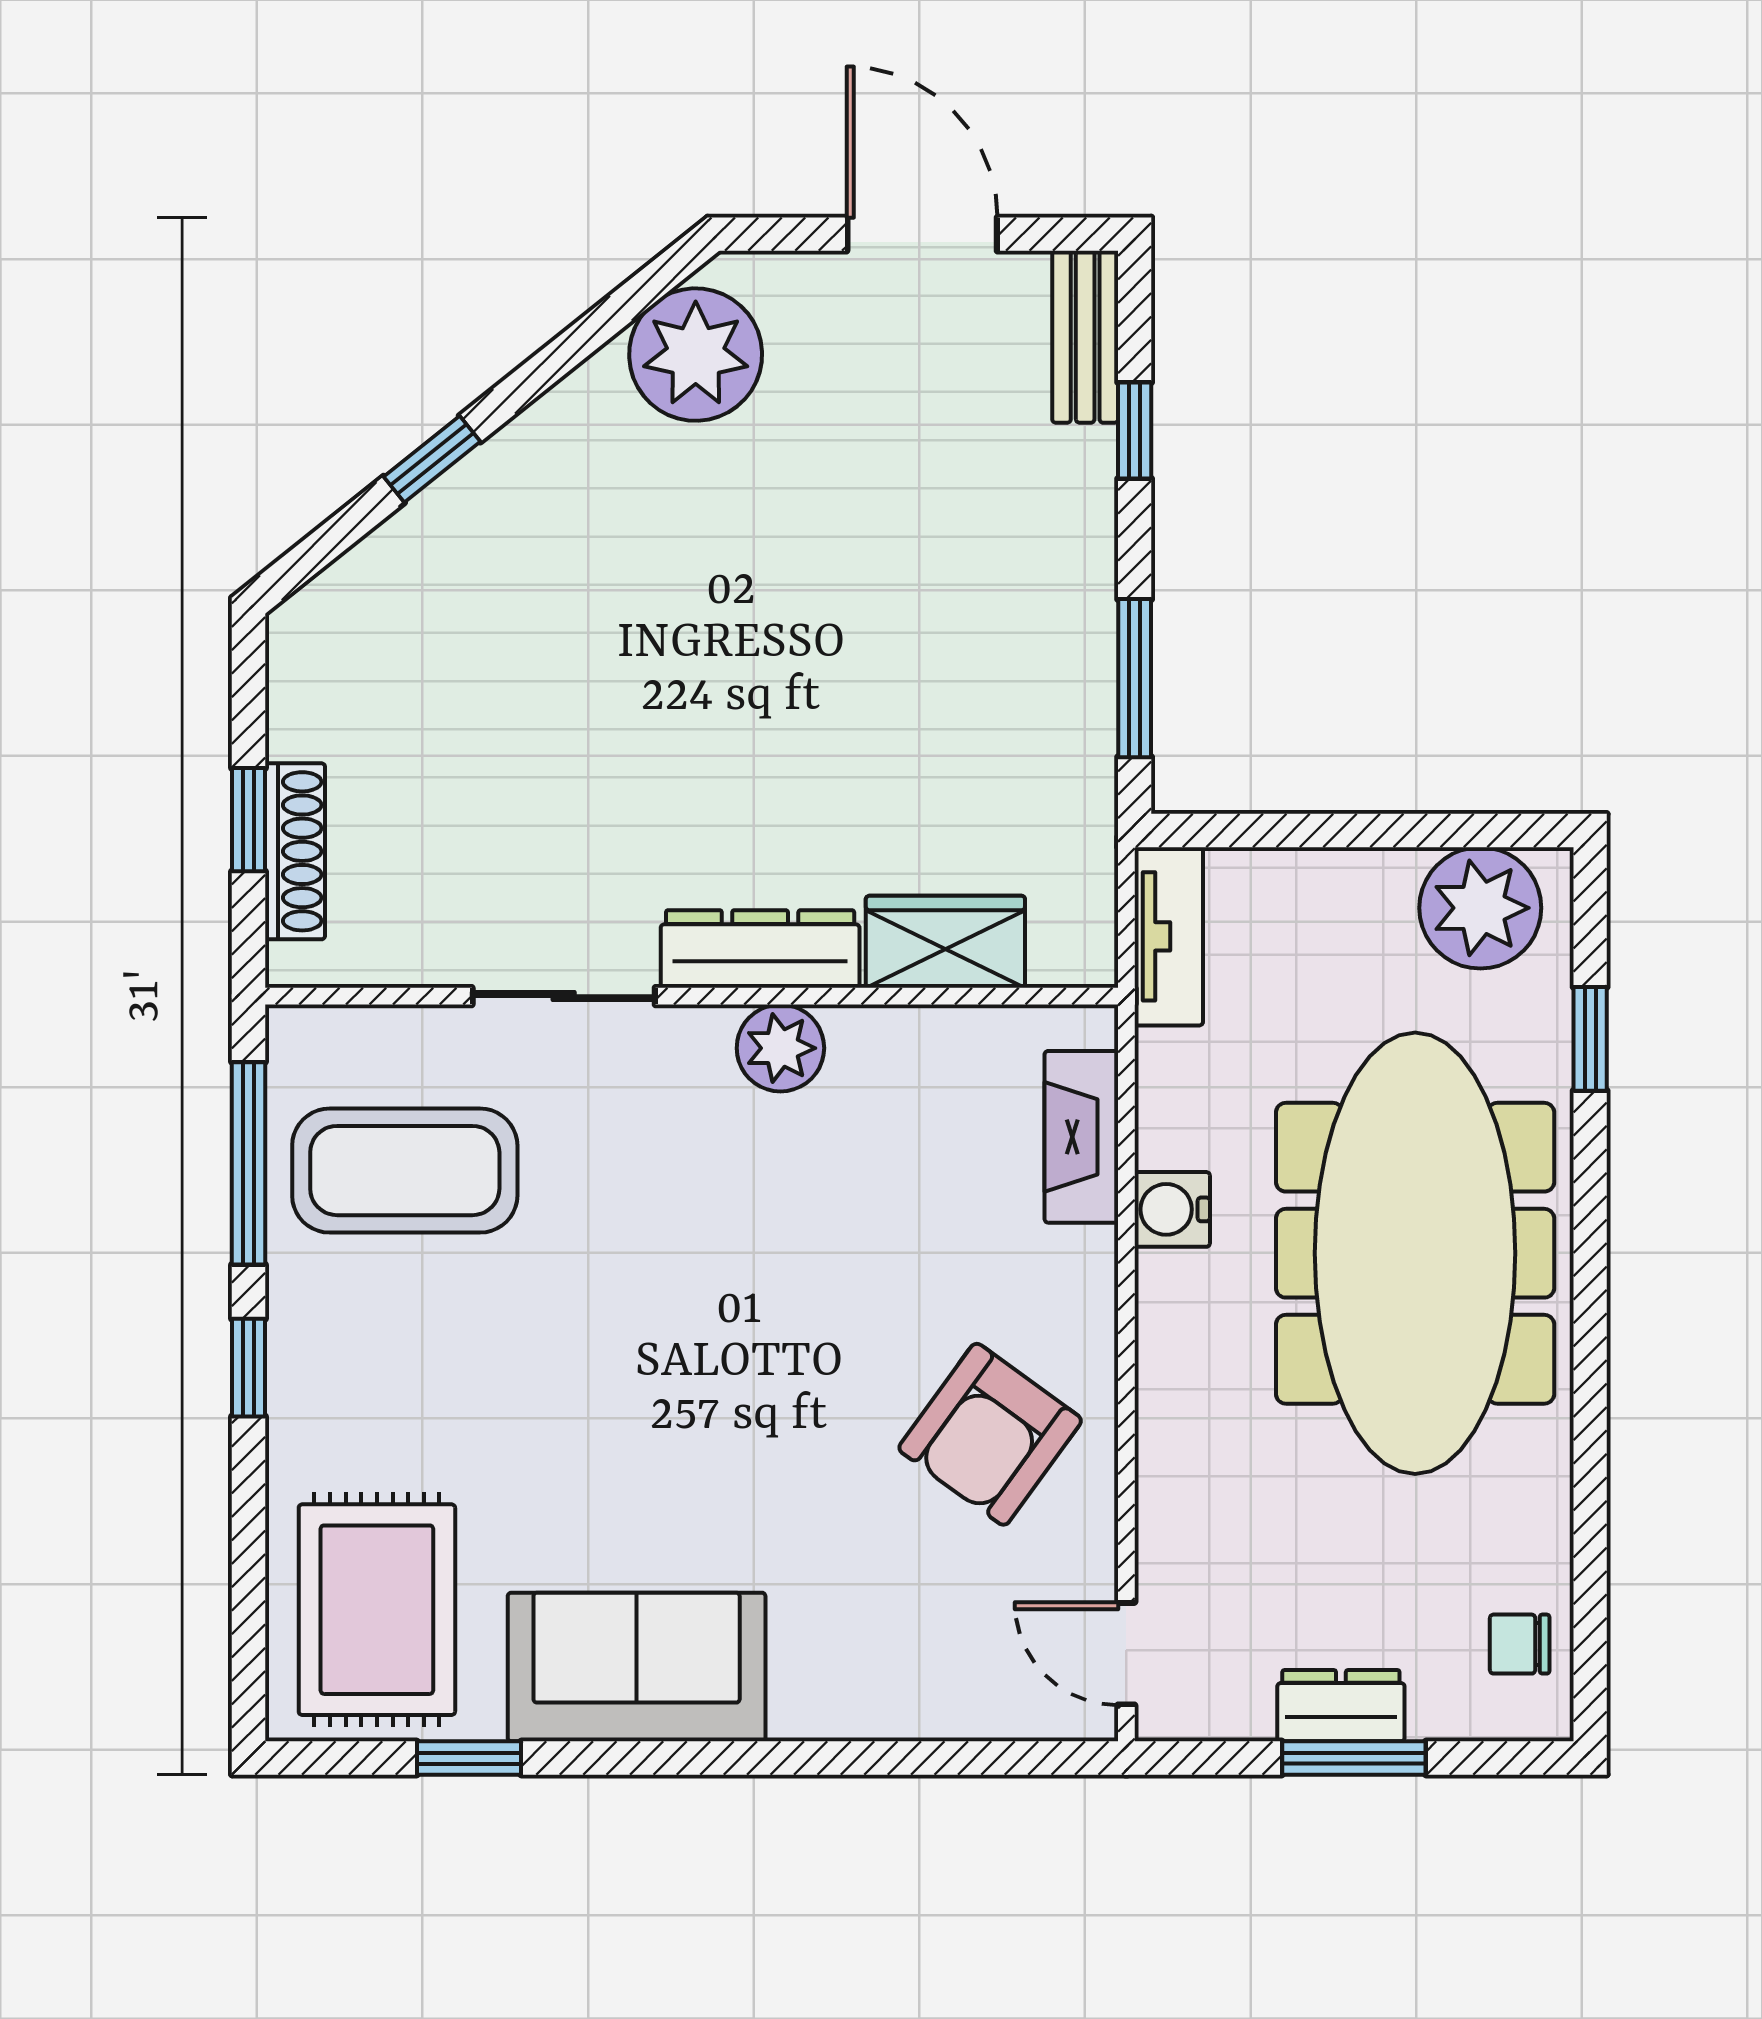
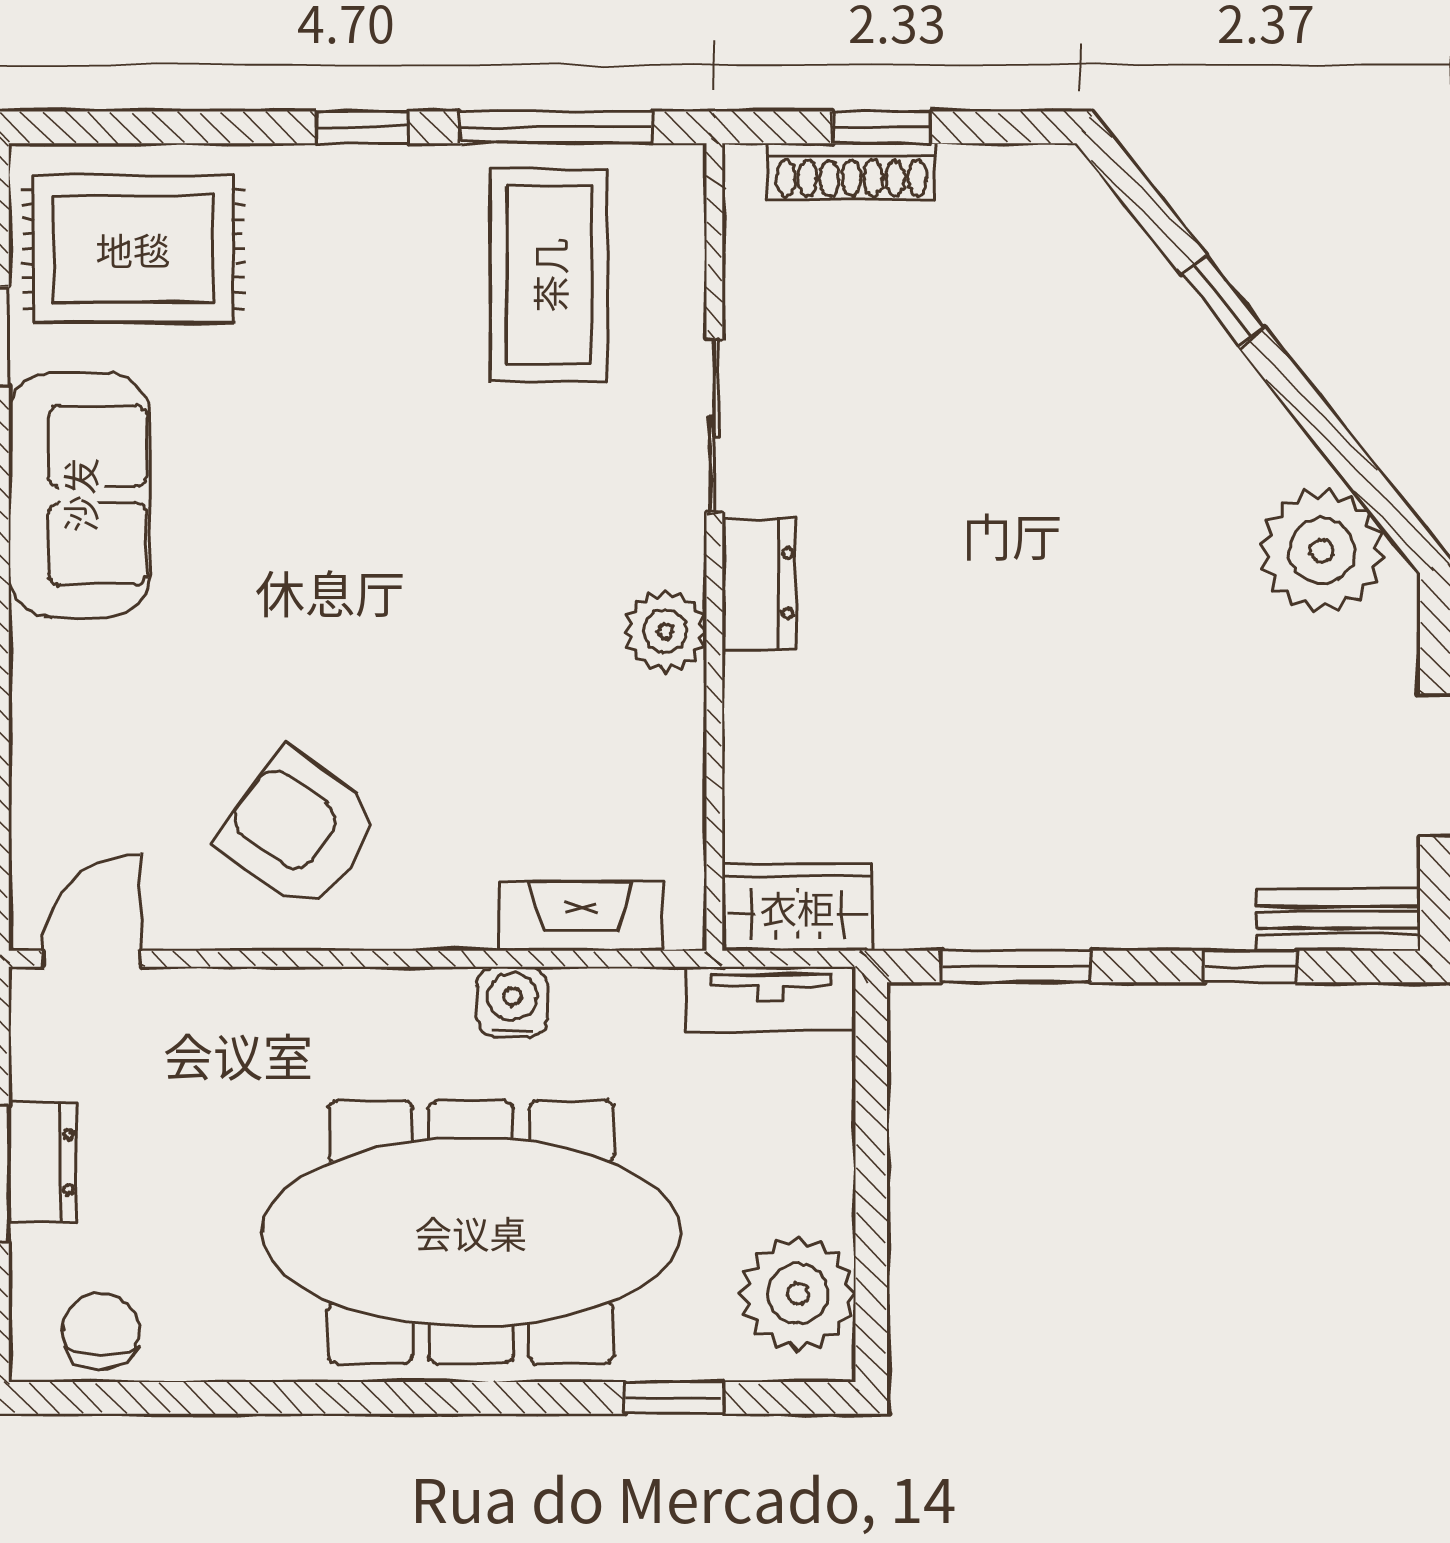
wardrobe: (945, 942) -> (797, 907), moved, turned -90
dresser: (760, 949) -> (759, 583), width x0.70
chair: (1520, 1644) -> (101, 1331), width x1.37, depth x1.37

